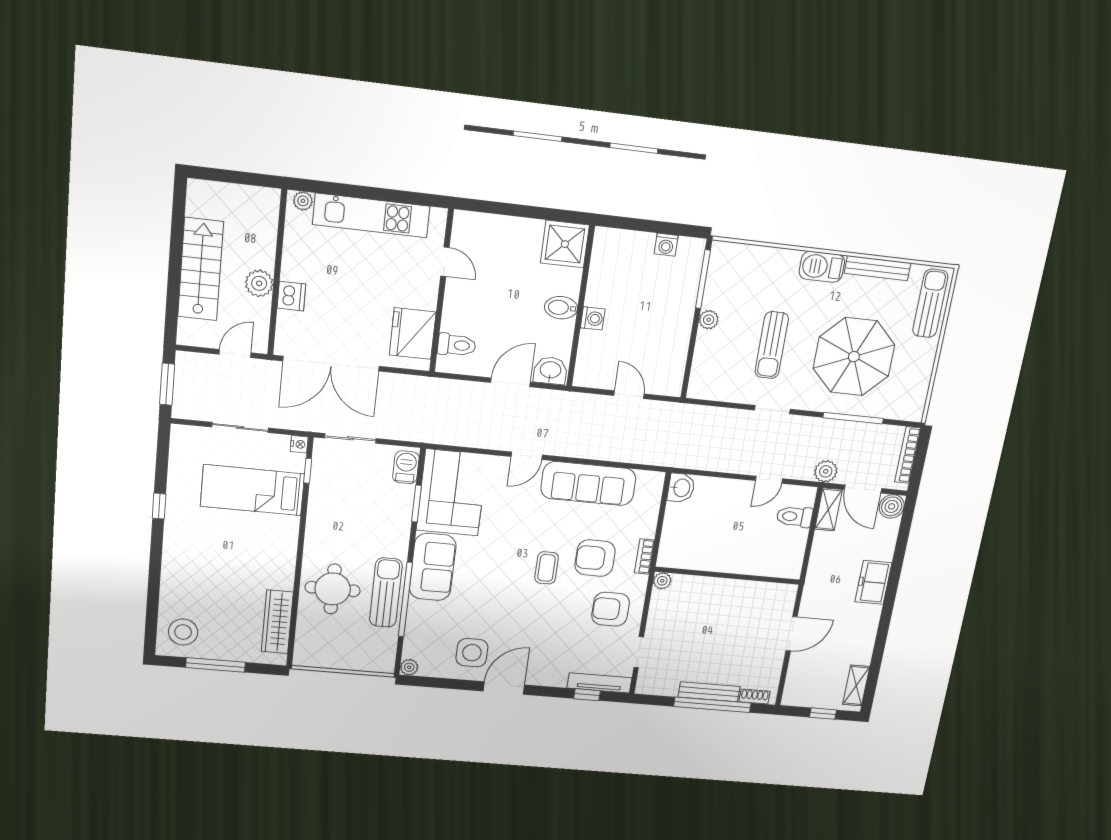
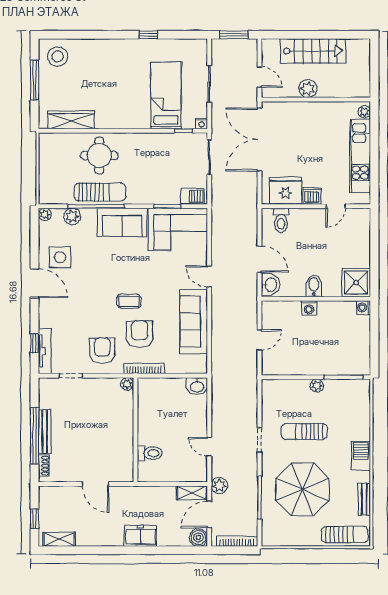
washing machine: (666, 245) -> (364, 308), moved
bench: (878, 268) -> (364, 499), width x0.73
dishwasher: (291, 296) -> (312, 196), moved, turned 180
toilet: (794, 517) -> (150, 453), moved, turned 90
bookcase: (644, 557) -> (144, 369), width x1.56
plant: (416, 632) -> (72, 216), added

